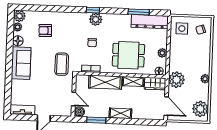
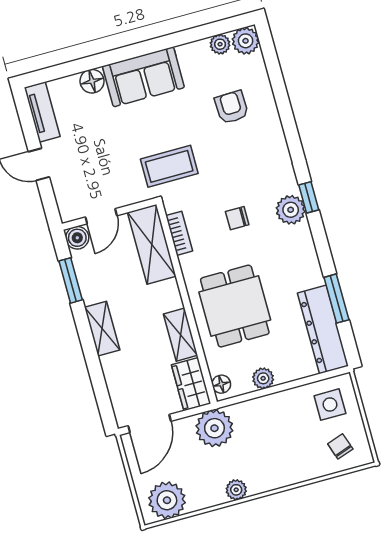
floor lamp: (18, 41) -> (92, 81), moved
shelving: (105, 82) -> (152, 244), moved

